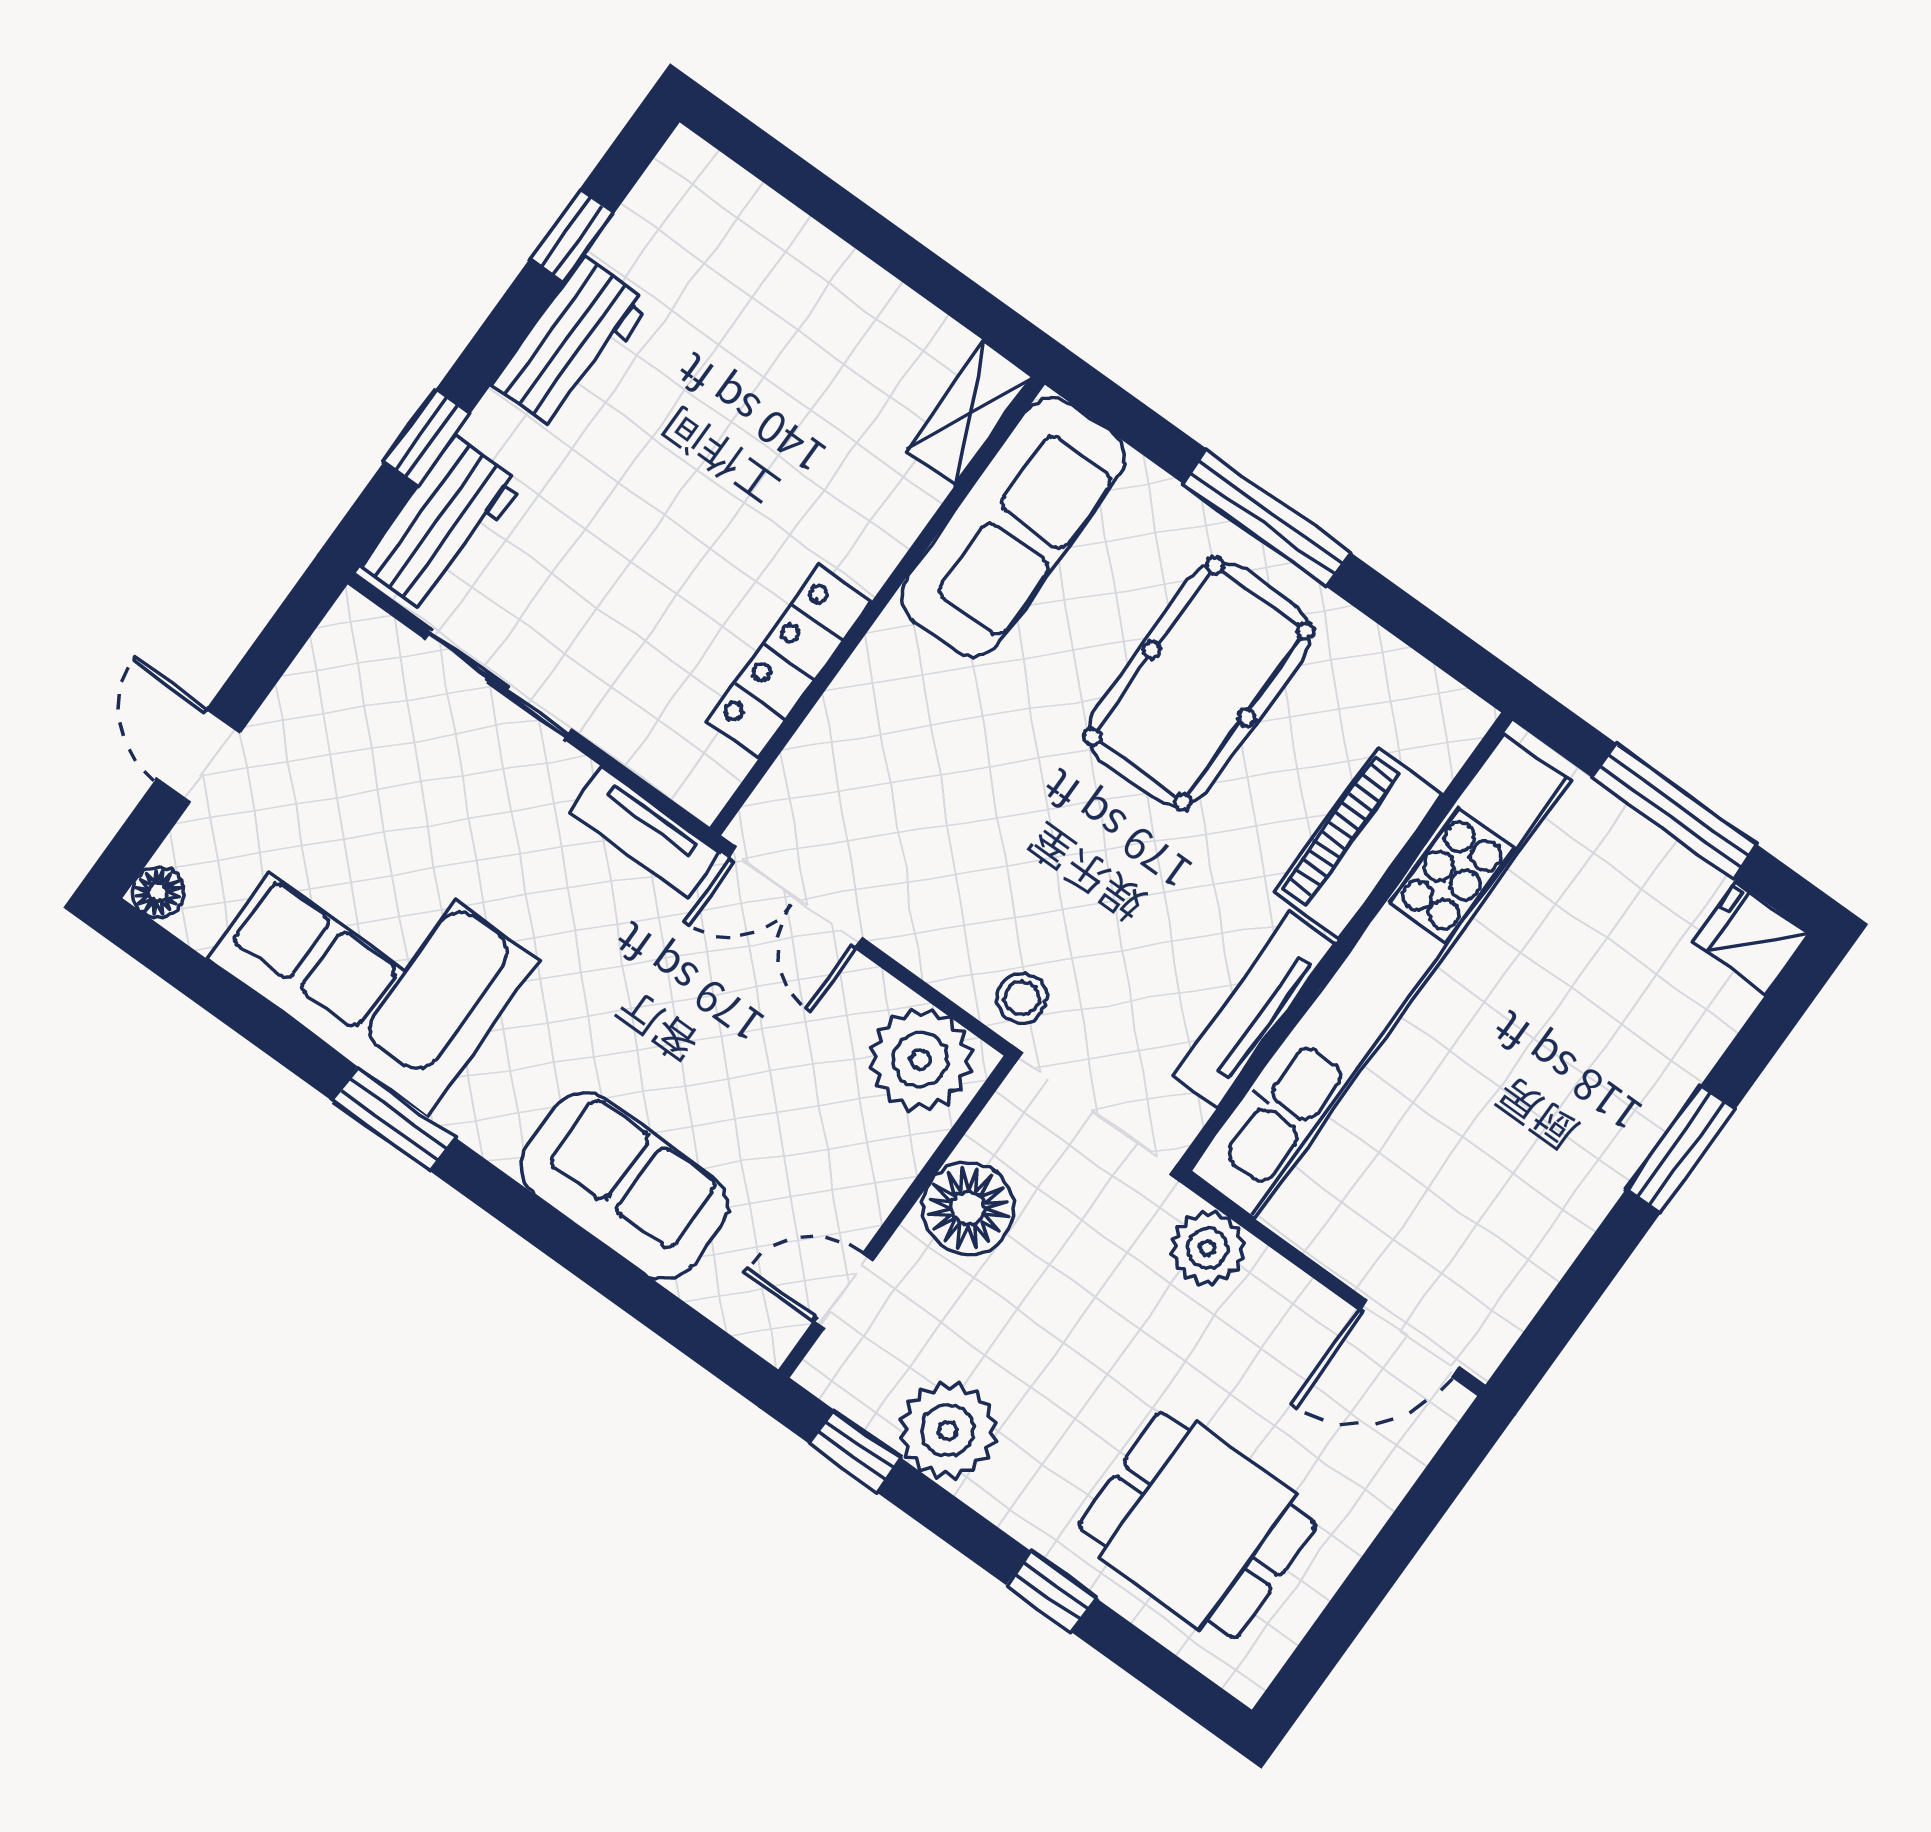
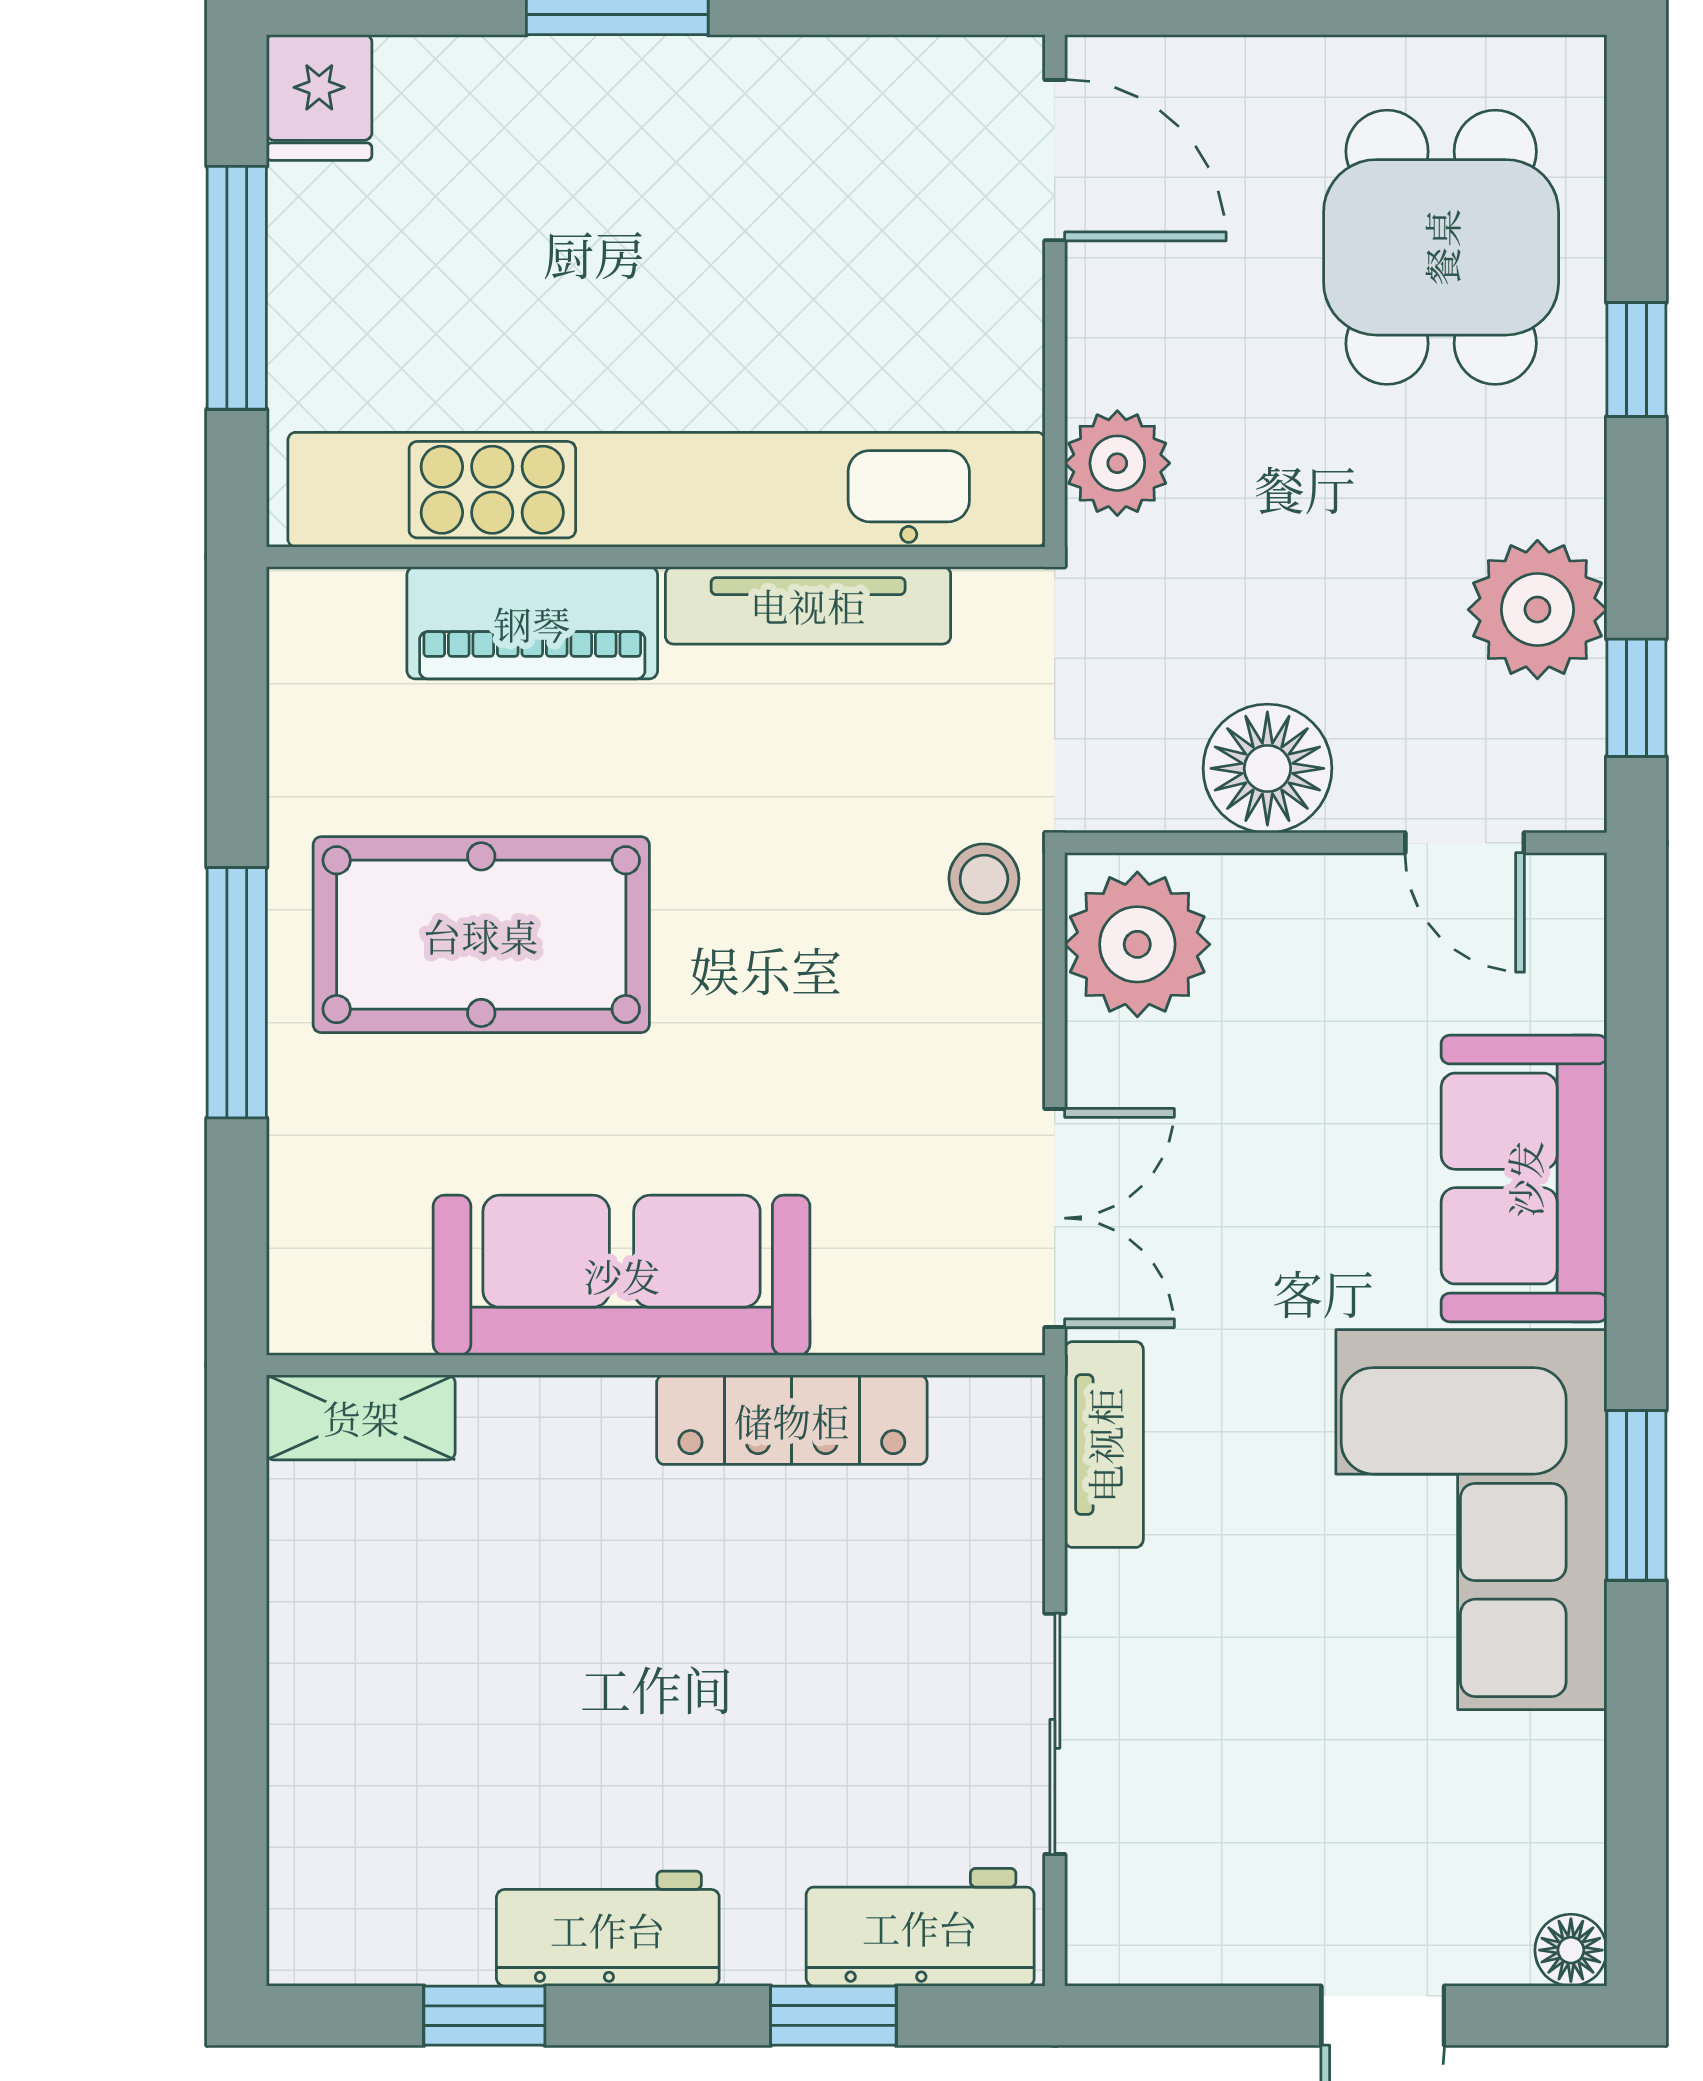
sofa: (1013, 527) -> (622, 1275), moved
corner sofa: (373, 960) -> (1471, 1520), moved

